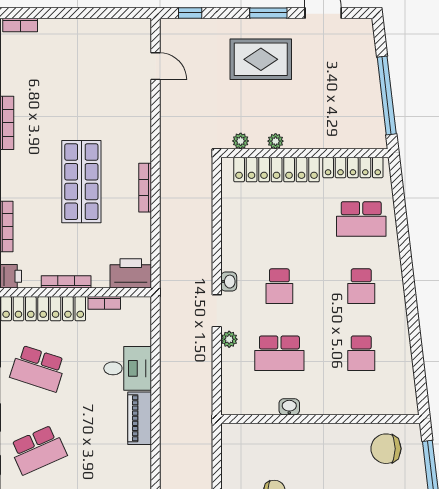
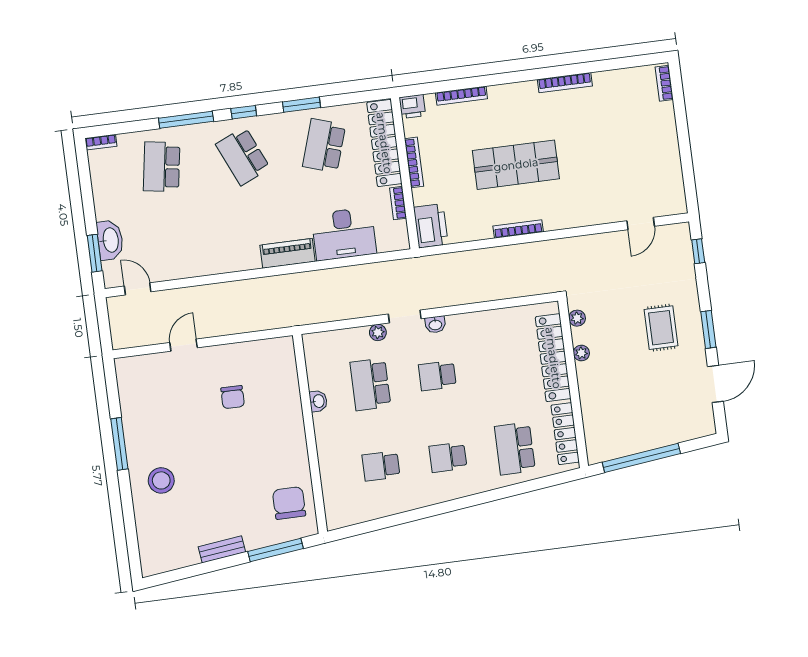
rug: (261, 59) -> (661, 328), width x0.73, depth x0.70
desk: (128, 368) -> (344, 234), width x1.37

